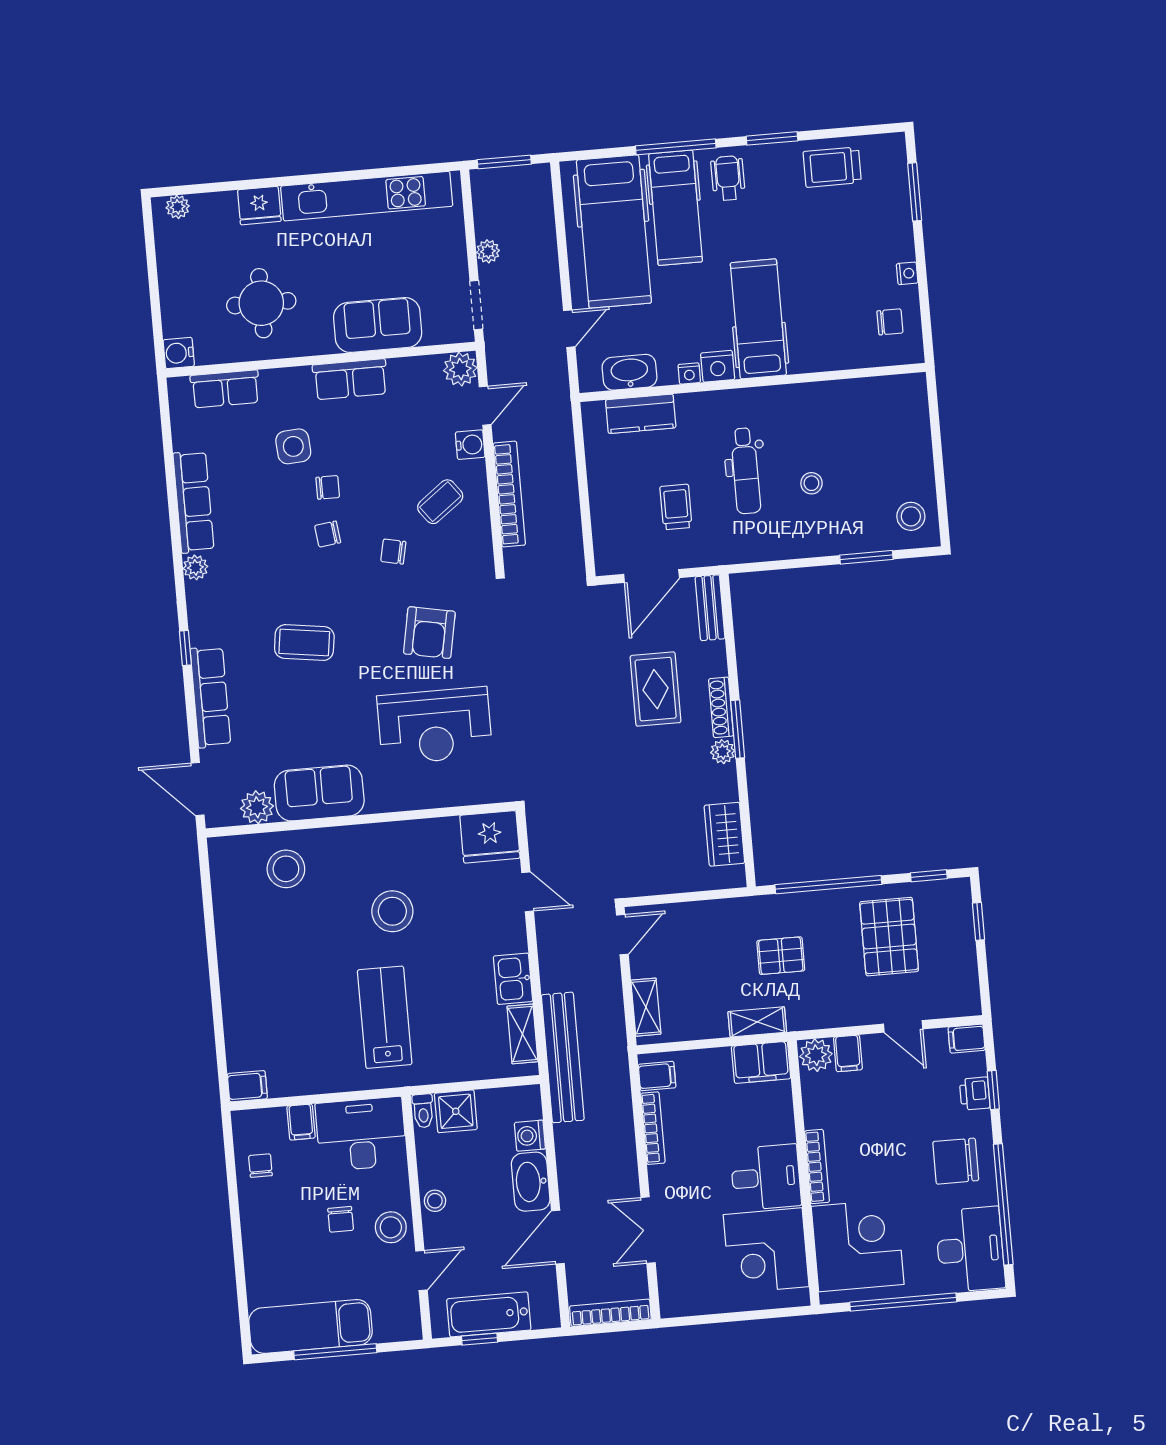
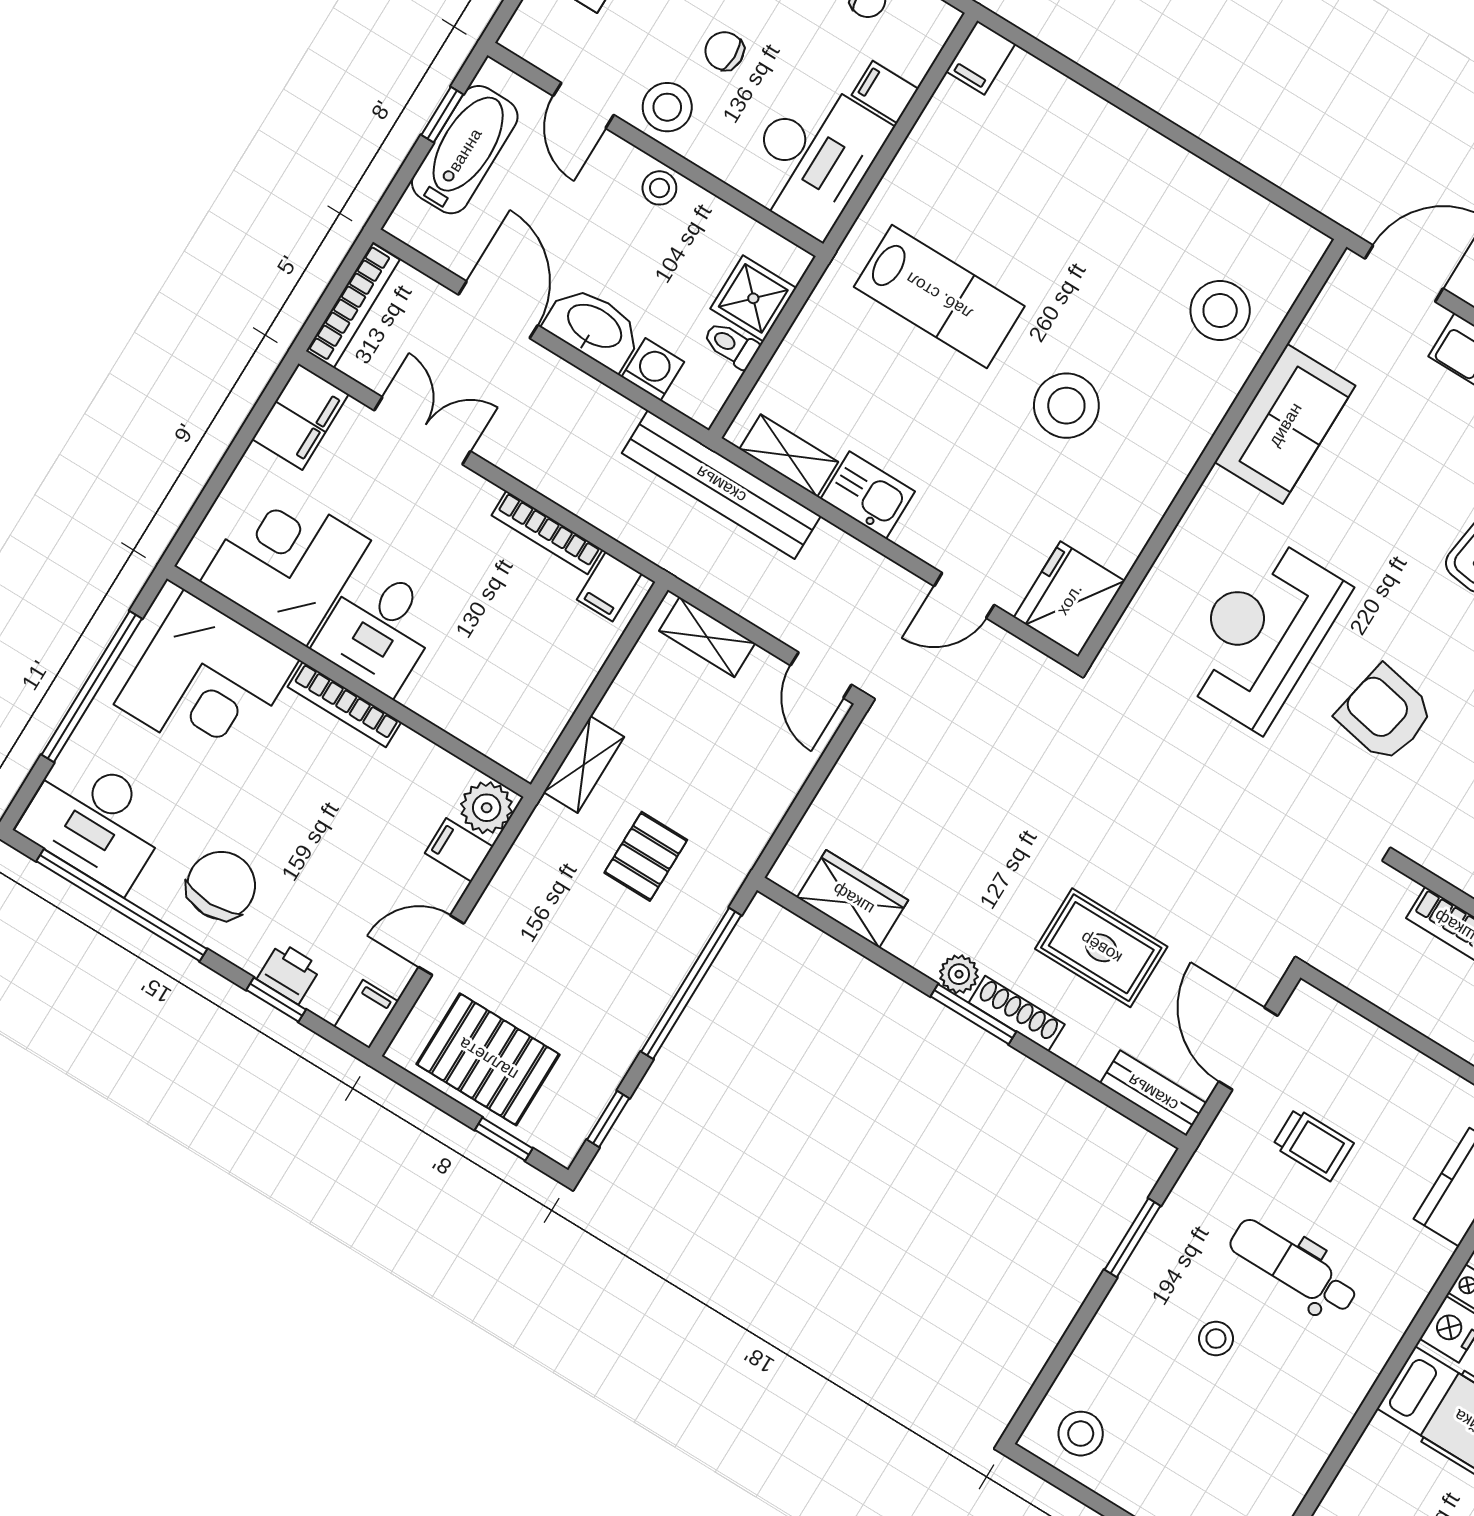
window: (866, 557) -> (1133, 1238), moved
plant: (257, 807) -> (1325, 332), removed
pallet: (889, 937) -> (488, 1059), moved
filing cabinet: (761, 1062) -> (300, 417), moved, turned 180
toilet: (423, 1111) -> (731, 345), moved

